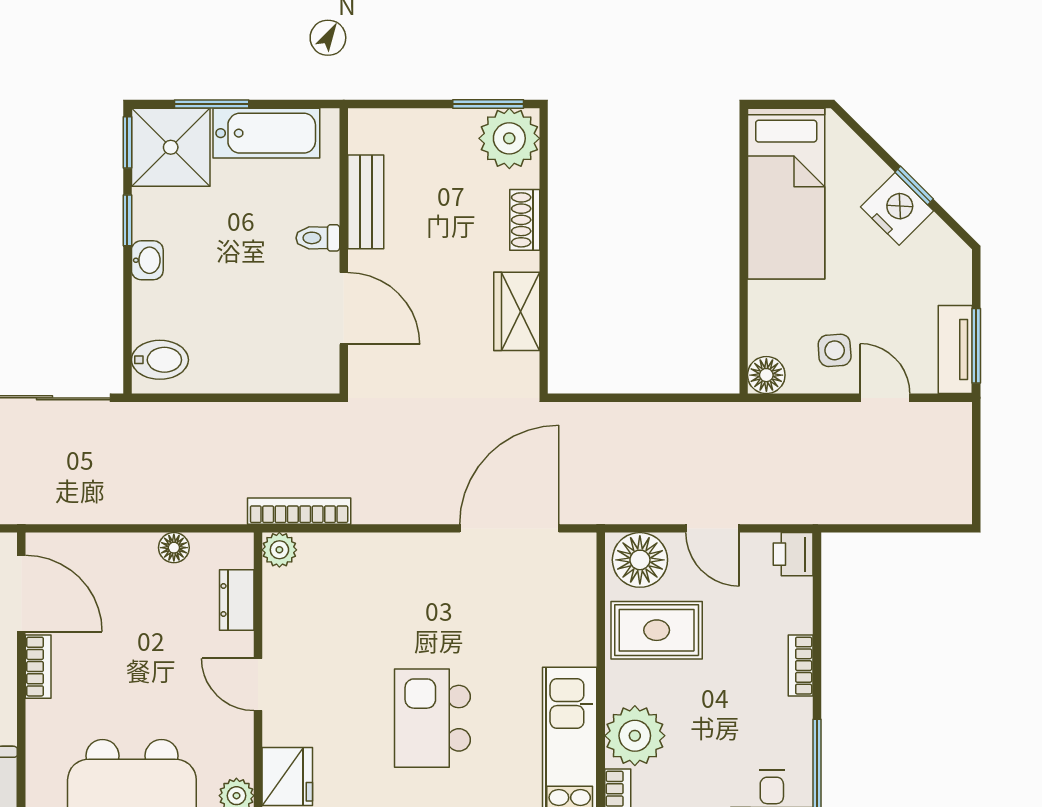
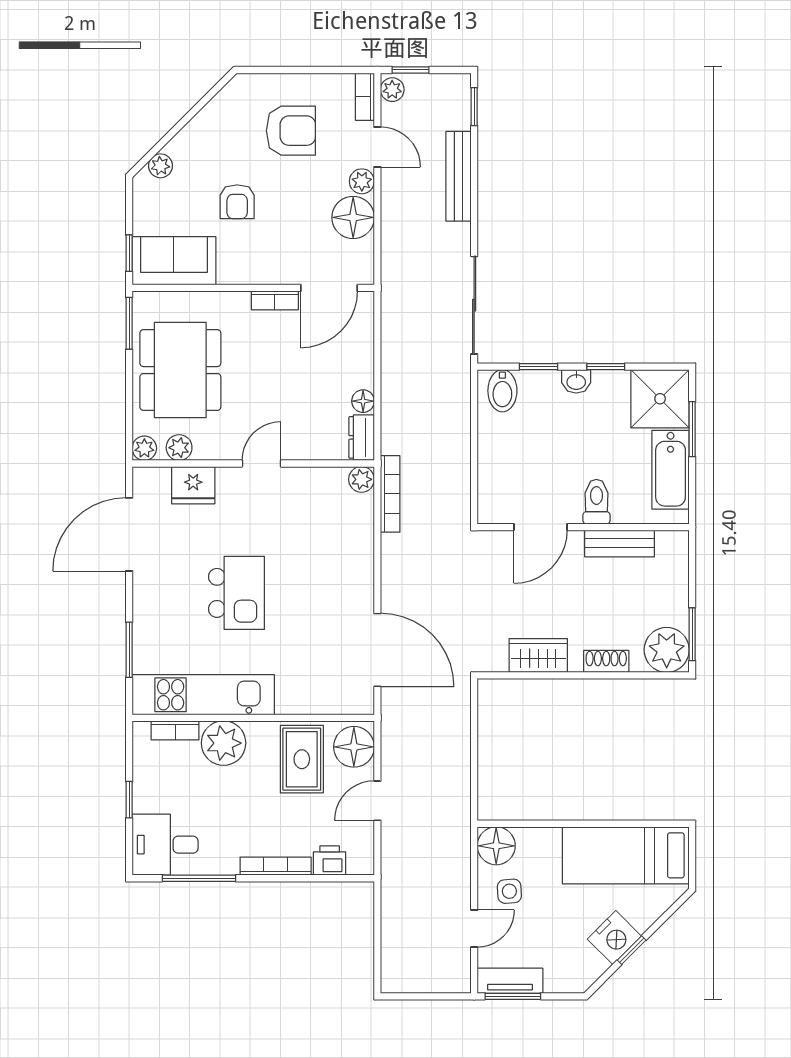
window: (127, 142) -> (538, 367), moved
toilet: (318, 238) -> (596, 502), width x1.37, depth x1.39
floor lamp: (766, 375) -> (496, 846), width x1.38, depth x1.38
printer: (793, 554) -> (330, 861), moved
dresser: (237, 600) -> (362, 437), moved, turned -90
bookcase: (801, 666) -> (276, 866), width x1.56
kitchen island: (432, 718) -> (237, 593), turned 90

